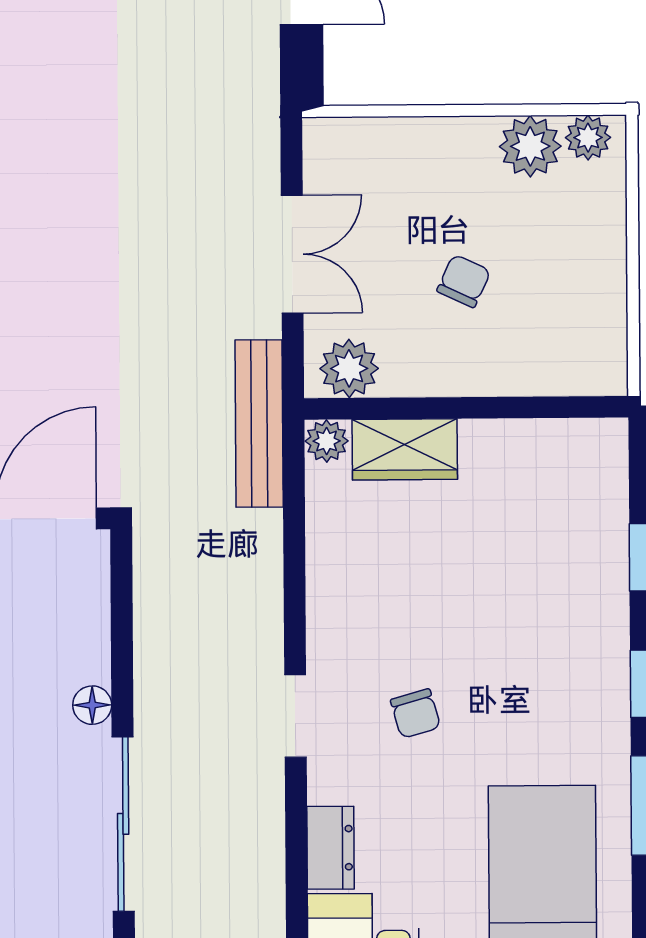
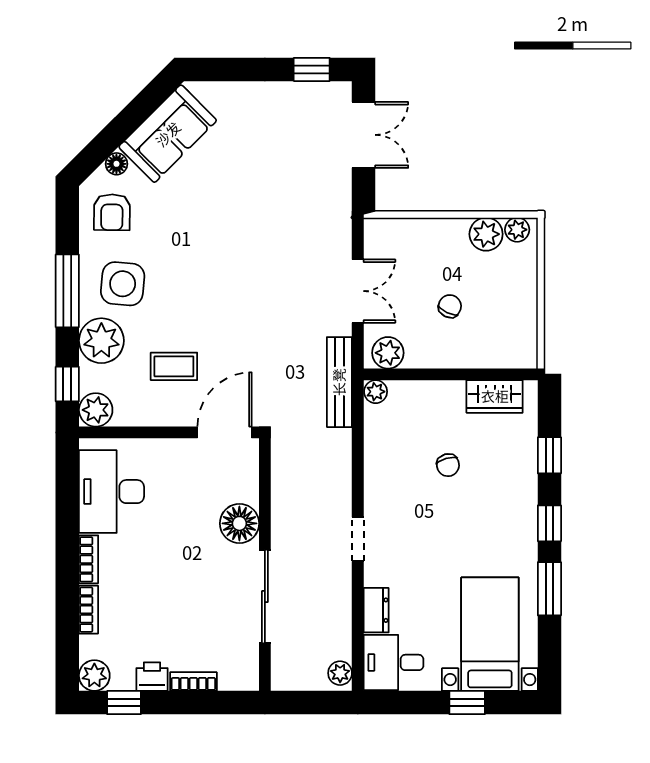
wardrobe: (405, 449) -> (495, 396), moved
floor lamp: (92, 705) -> (239, 523), width x1.89, depth x1.89
chair: (415, 713) -> (448, 465), moved

